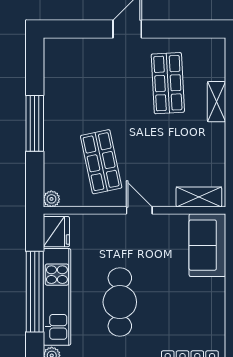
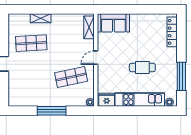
window: (35, 292) -> (137, 111), removed
cafe table: (120, 302) -> (142, 67), width x0.73, depth x0.74

